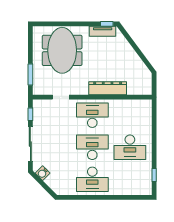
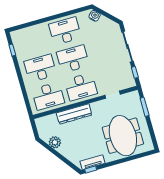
plant: (137, 64) -> (55, 142), added
desk: (130, 115) -> (48, 96), added
desk: (92, 147) -> (73, 59), turned 180
water cooler: (43, 173) -> (95, 16), moved

